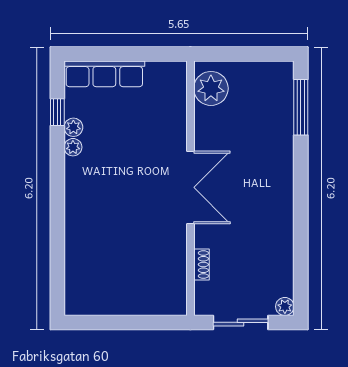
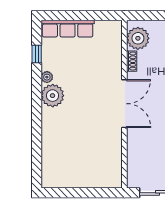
plant: (73, 127) -> (53, 96), moved, width x1.87, depth x1.87
shoe rack: (201, 264) -> (132, 61), moved

